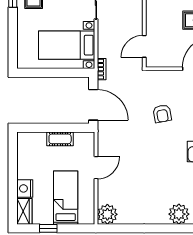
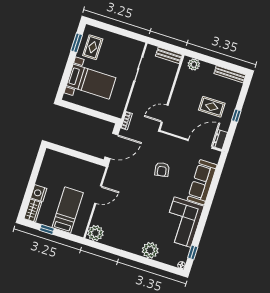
bed with nightstands: (67, 45) -> (91, 82), moved, turned 180
door: (93, 105) -> (111, 146), hinge flipped
cot: (60, 139) -> (78, 164), removed

